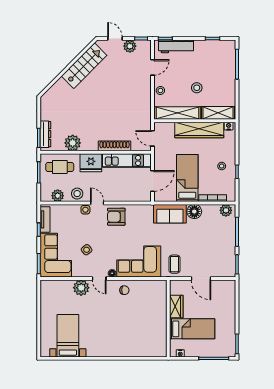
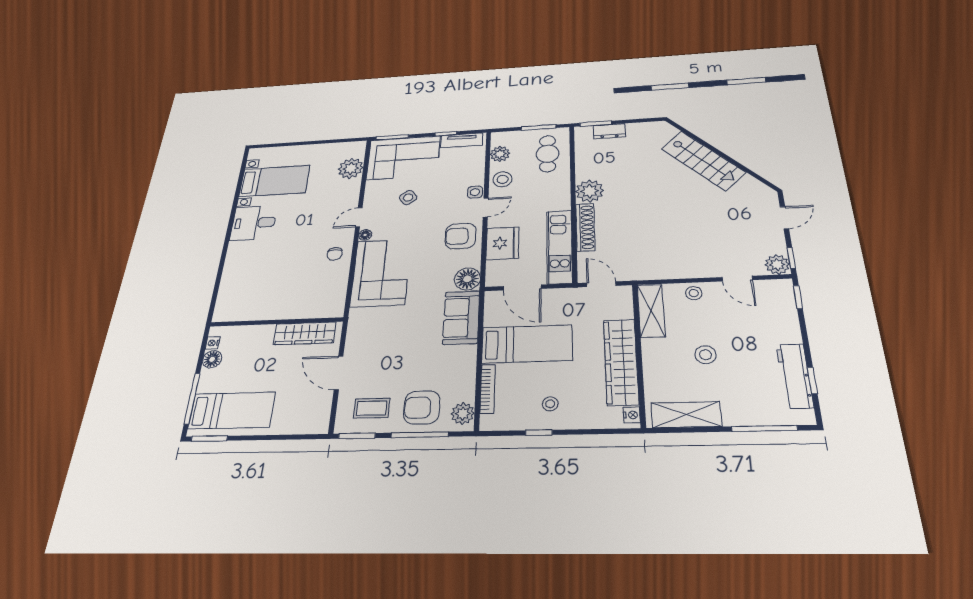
plant: (130, 46) -> (777, 265), moved
workbench: (176, 46) -> (795, 376), moved
stairs: (84, 66) -> (703, 161), moved
shelving: (177, 113) -> (651, 311), width x0.68
shelving: (218, 113) -> (686, 415), moved, turned 90
dresser: (45, 134) -> (609, 131), width x0.70
door: (153, 138) -> (601, 284), hinge flipped
plant: (73, 143) -> (590, 191), moved
fridge: (91, 163) -> (502, 243), moved, turned 180
floor lamp: (194, 212) -> (467, 279), moved
armchair: (116, 217) -> (461, 236), turned -90
armchair: (222, 232) -> (422, 407), added
coffee table: (175, 264) -> (372, 408), moved
door: (201, 278) -> (339, 373), hinge flipped
plant: (81, 288) -> (351, 168), moved
wardrobe: (176, 306) -> (305, 333), width x1.50
bed: (192, 329) -> (232, 410), moved, turned -90
desk: (99, 344) -> (253, 223), added
floor lamp: (190, 352) -> (212, 359), added

